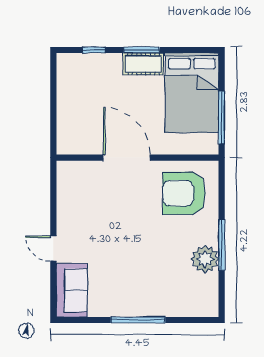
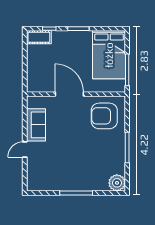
cot: (143, 64) -> (39, 37), moved
door: (53, 249) -> (25, 150), hinge flipped
plant: (205, 259) -> (117, 183), moved
sofa: (72, 290) -> (36, 125), moved

